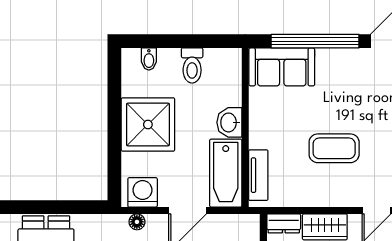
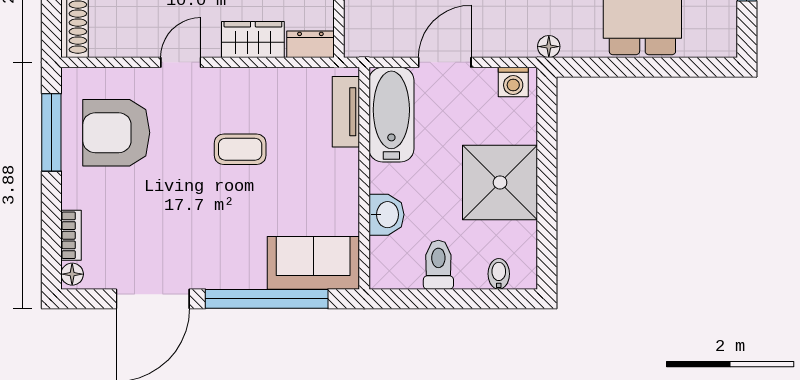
washbasin: (229, 122) -> (386, 215), moved
coffee table: (334, 148) -> (240, 149), width x0.73, depth x0.77
washing machine: (143, 192) -> (513, 82), width x0.73, depth x0.73
floor lamp: (137, 222) -> (549, 47), moved

